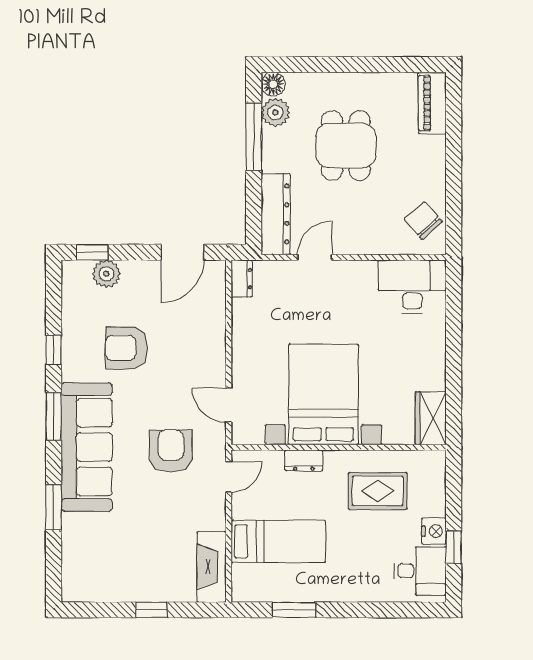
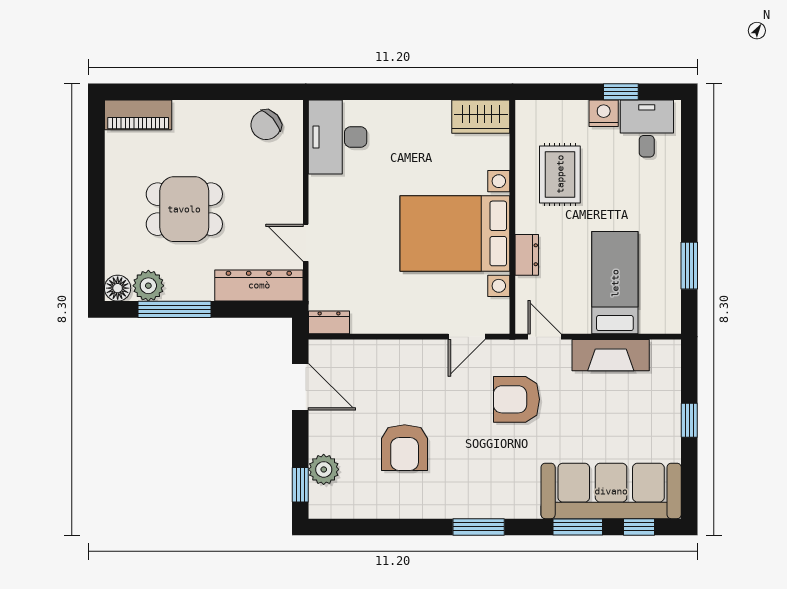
window: (54, 350) -> (639, 527), moved
sofa: (87, 447) -> (611, 491), moved
fireplace: (212, 567) -> (611, 355), moved

